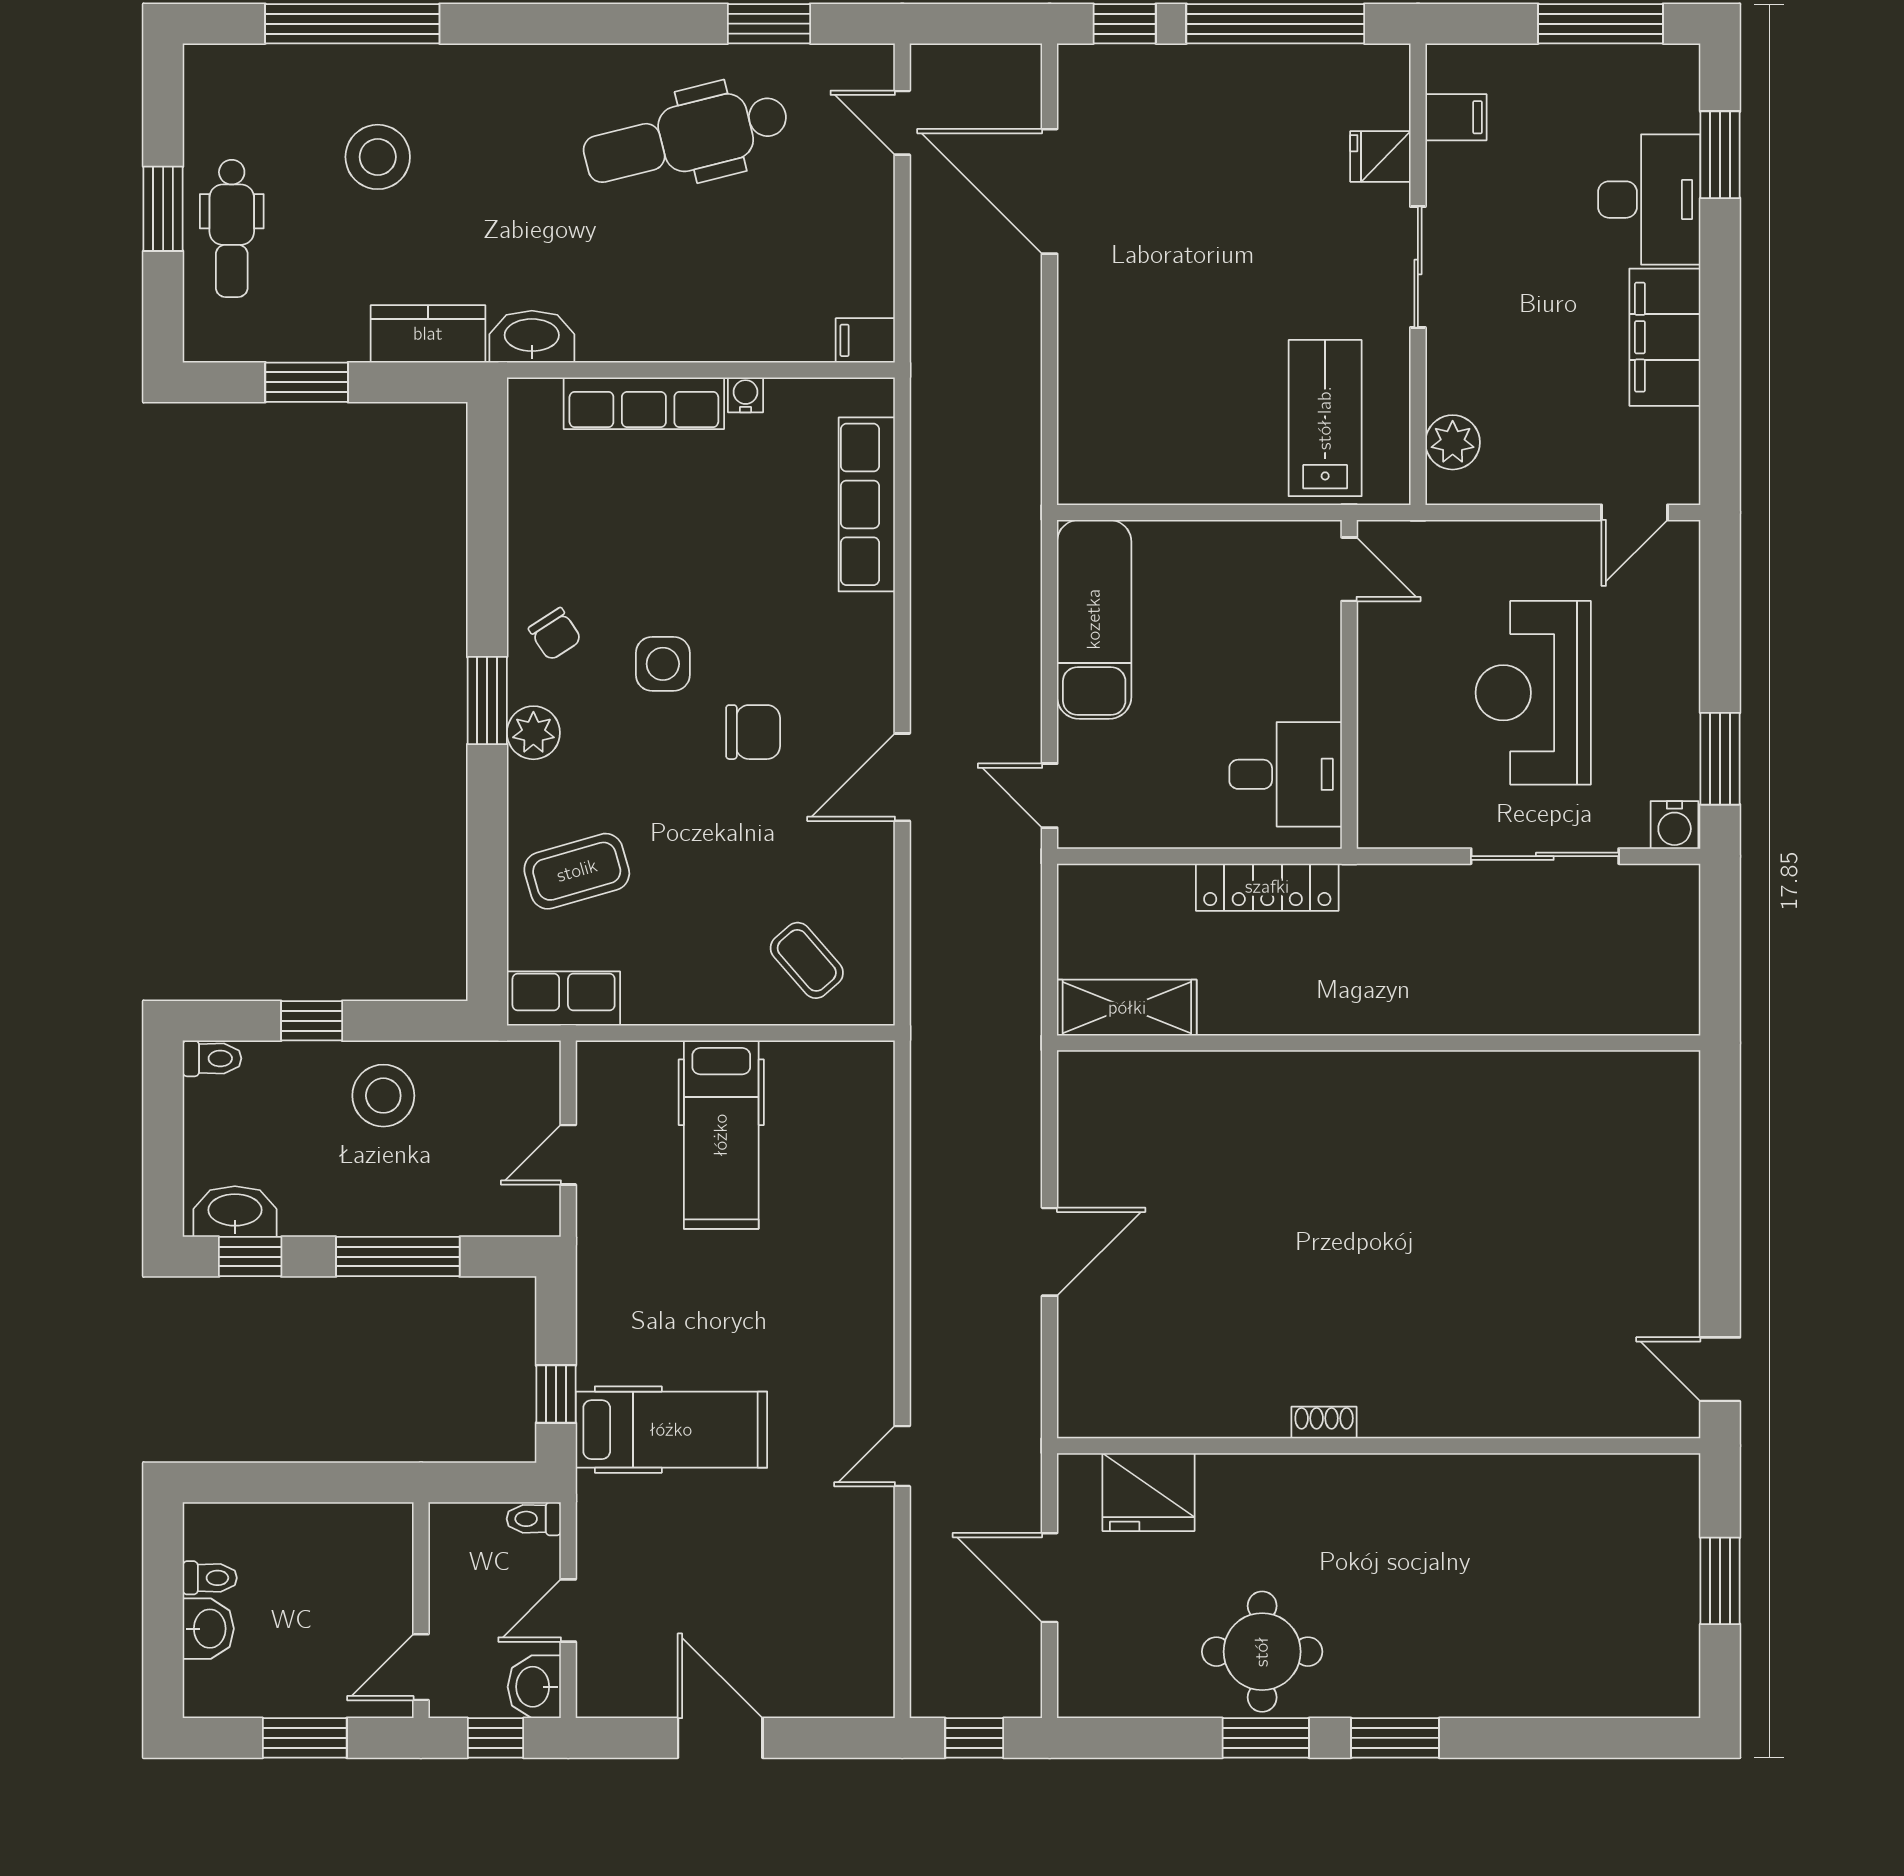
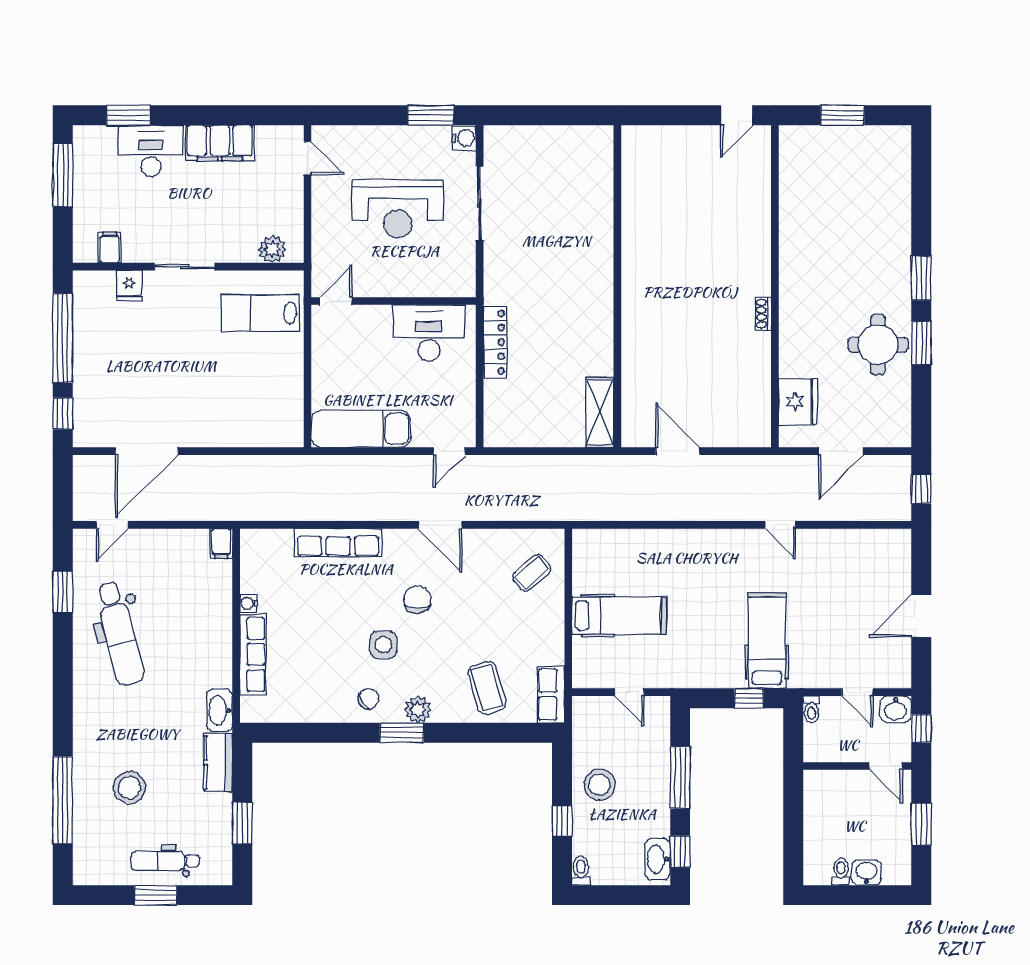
dental chair: (232, 228) -> (165, 861), turned 180
row of seats: (867, 504) -> (338, 543), moved
desk: (1286, 774) -> (429, 333), width x1.37
shelving: (1127, 1008) -> (600, 412), moved
wall: (1379, 1043) -> (617, 286), moved

